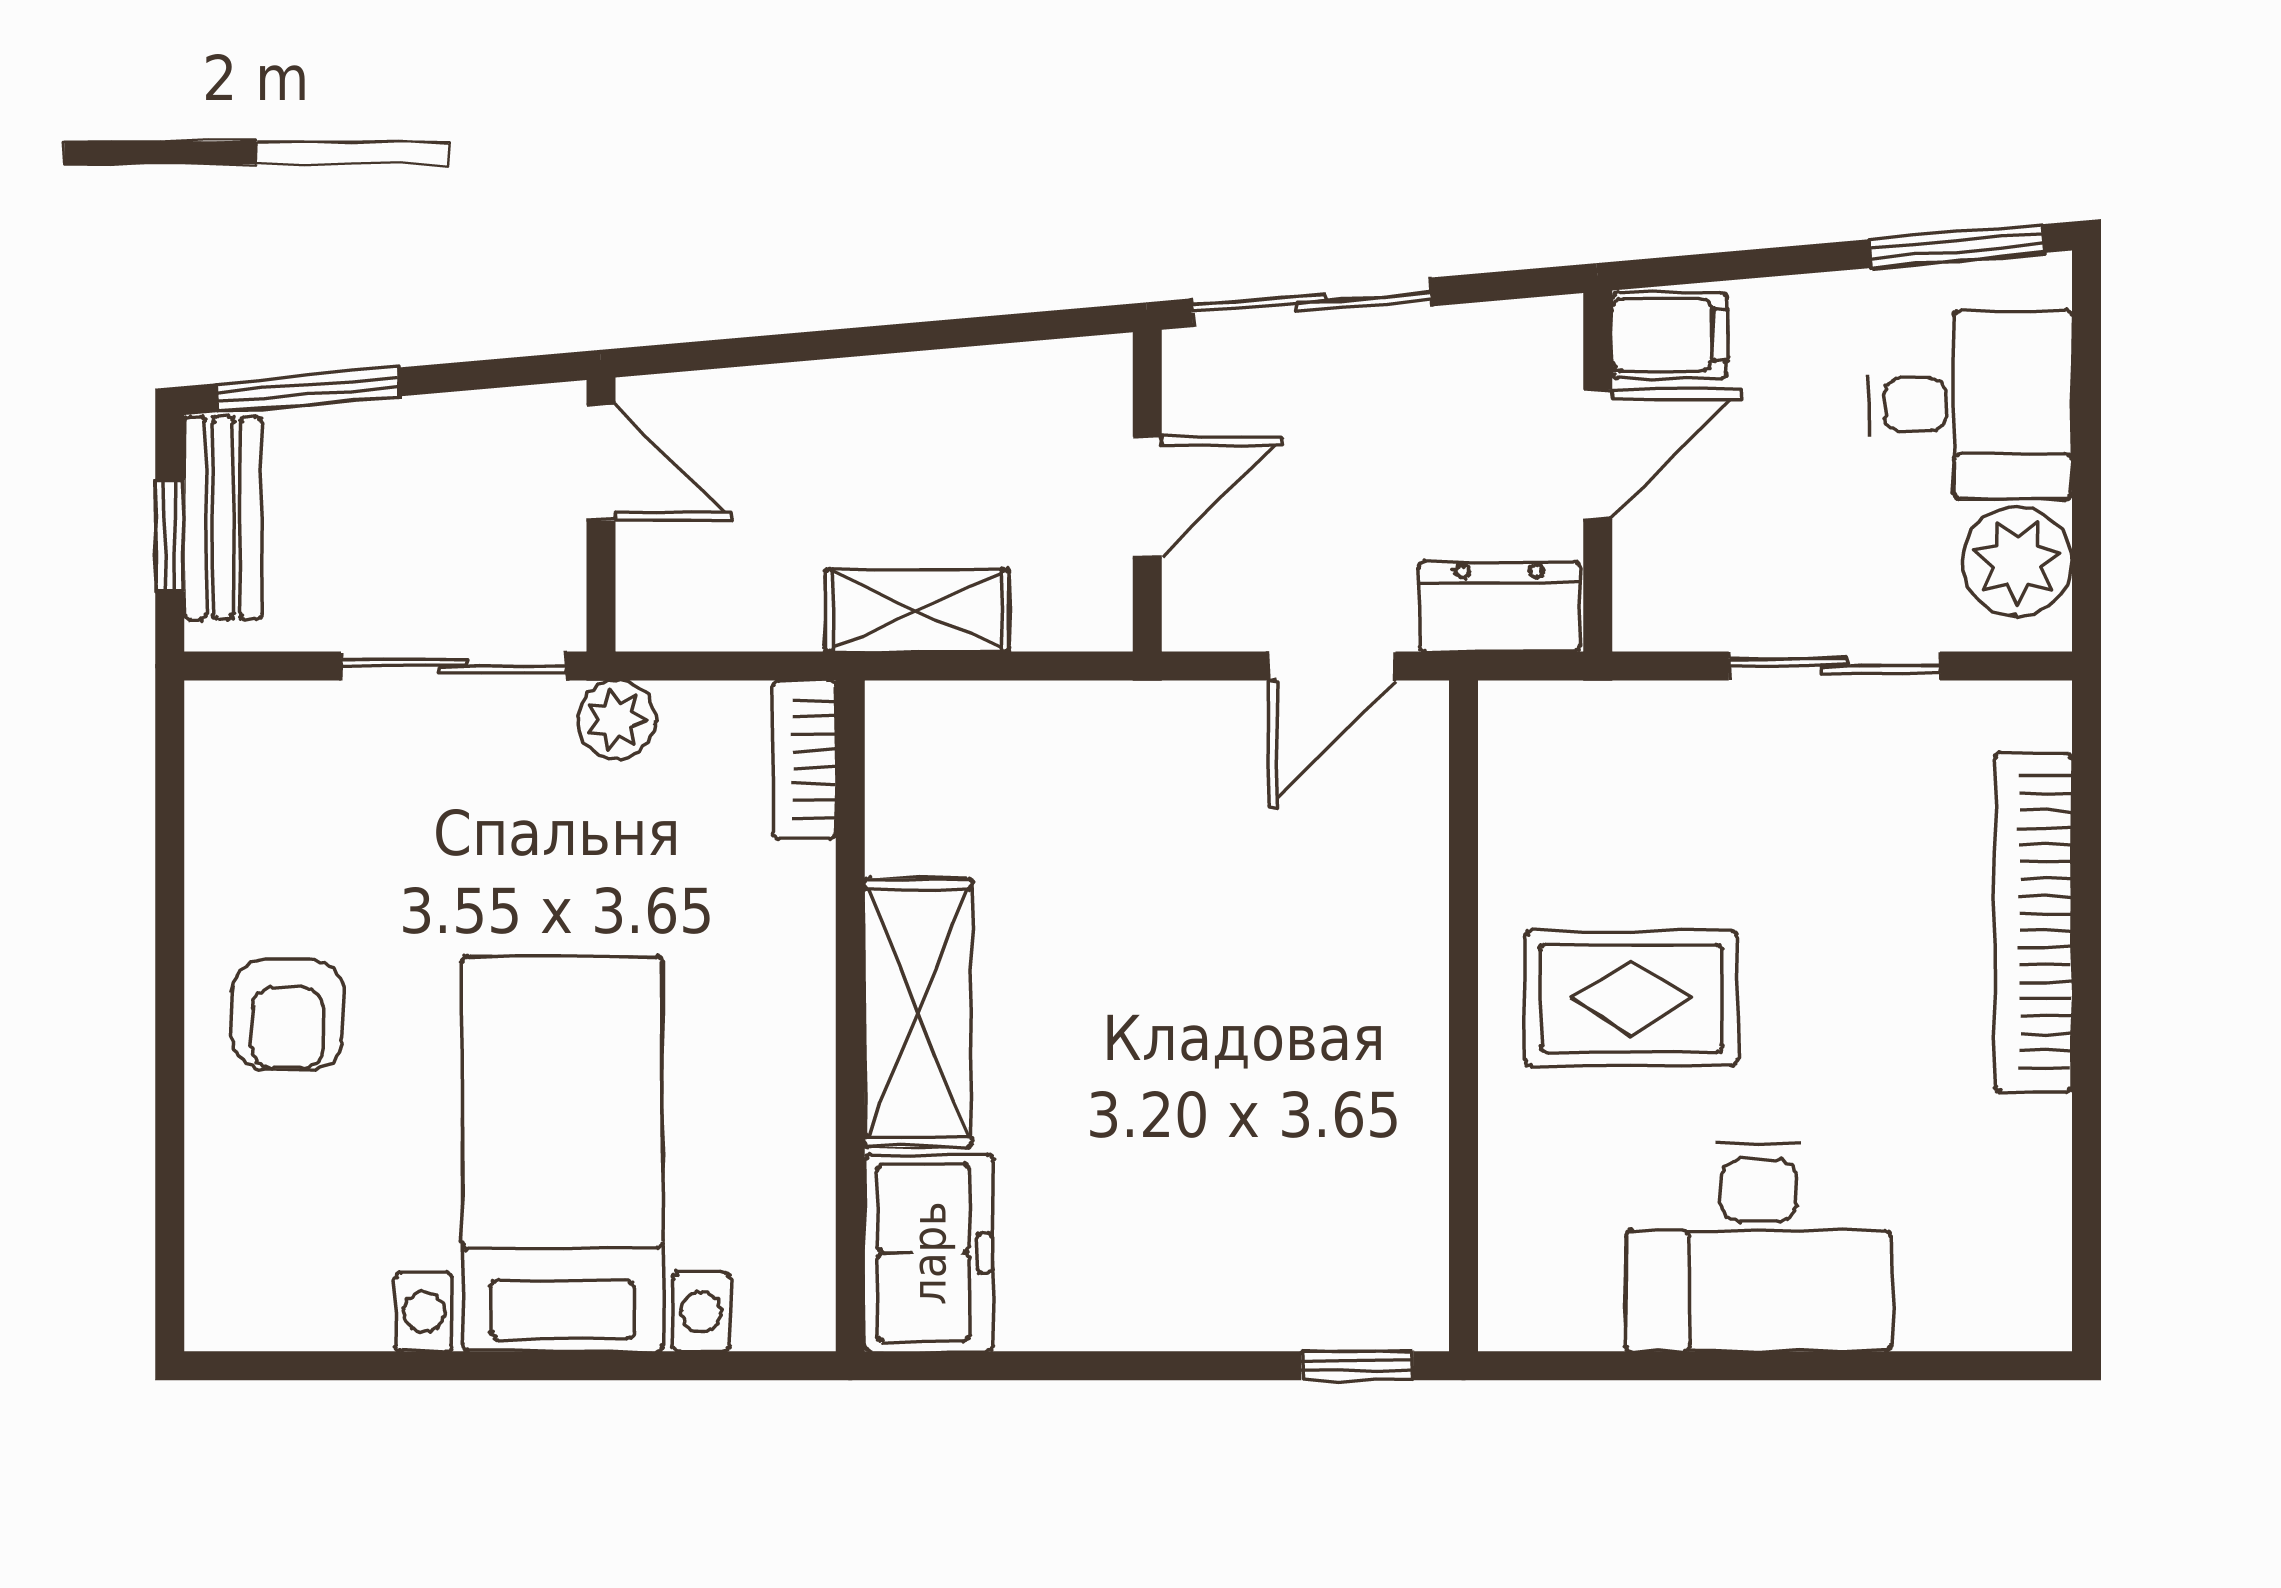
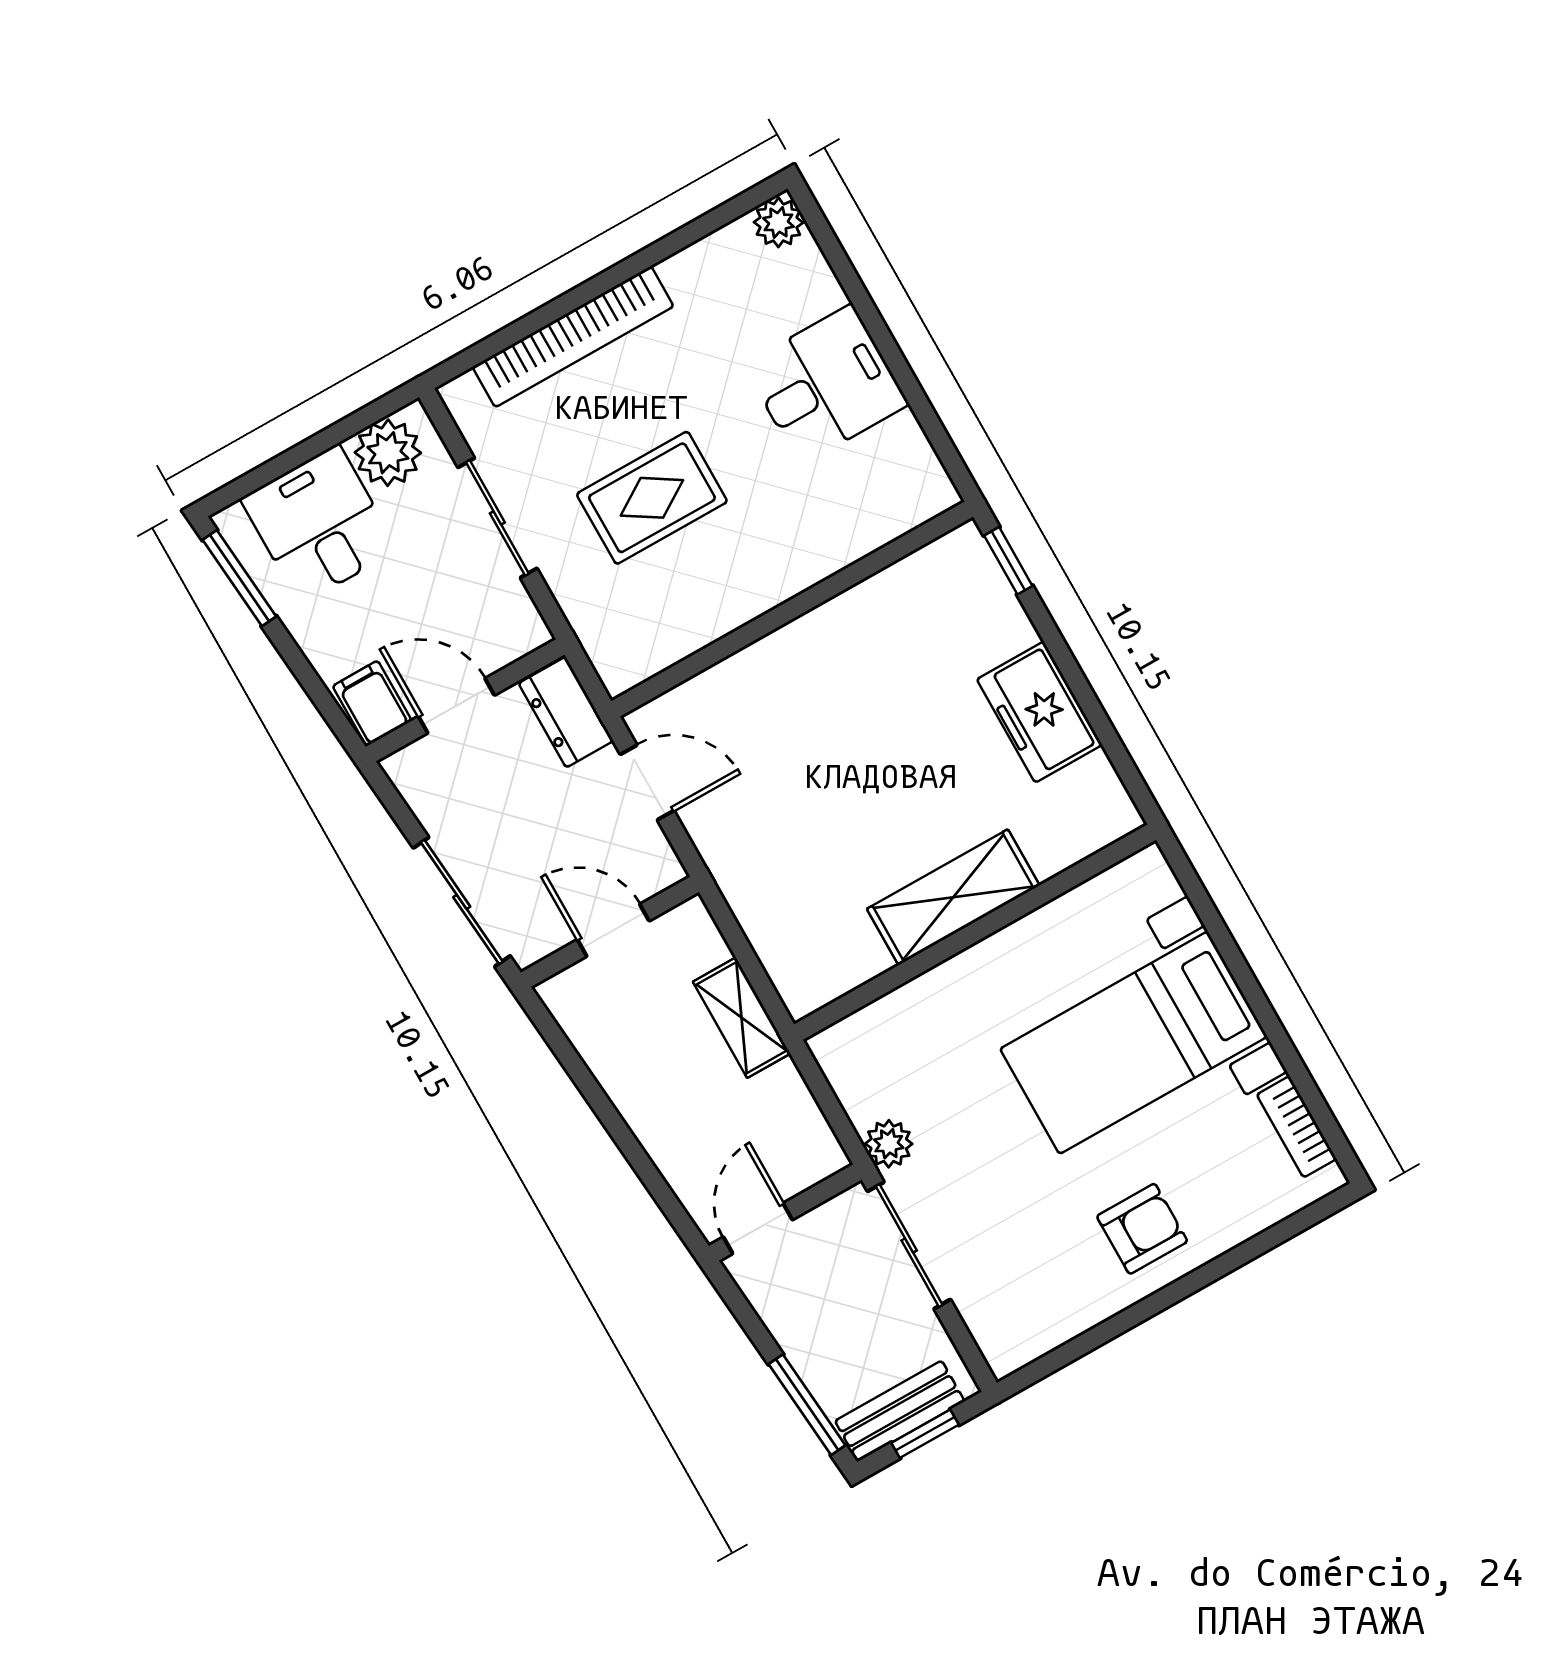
bookcase: (804, 759) -> (1297, 1127), moved, turned 90
rug: (1631, 998) -> (652, 498), moved, turned 90
desk: (1759, 1247) -> (826, 385), width x0.73
freezer: (929, 1253) -> (1039, 712), moved, turned -90
plant: (2031, 1310) -> (778, 222), added

